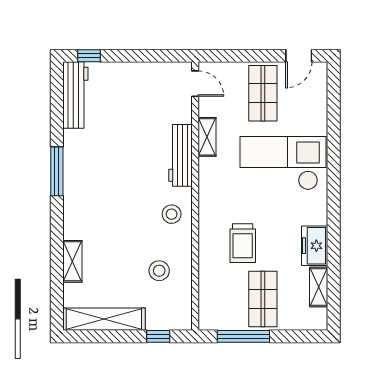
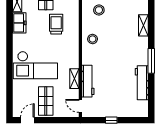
window: (89, 56) -> (111, 120), moved
workbench: (75, 95) -> (142, 83), moved
workbench: (181, 155) -> (88, 81), moved
shelving: (72, 261) -> (143, 25), moved

